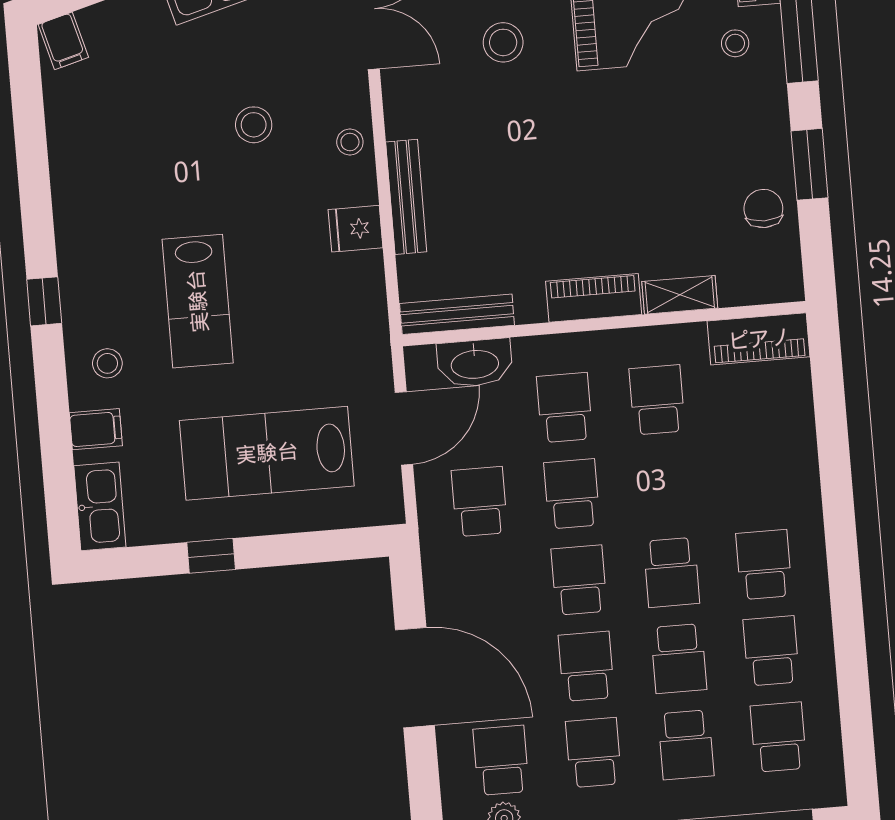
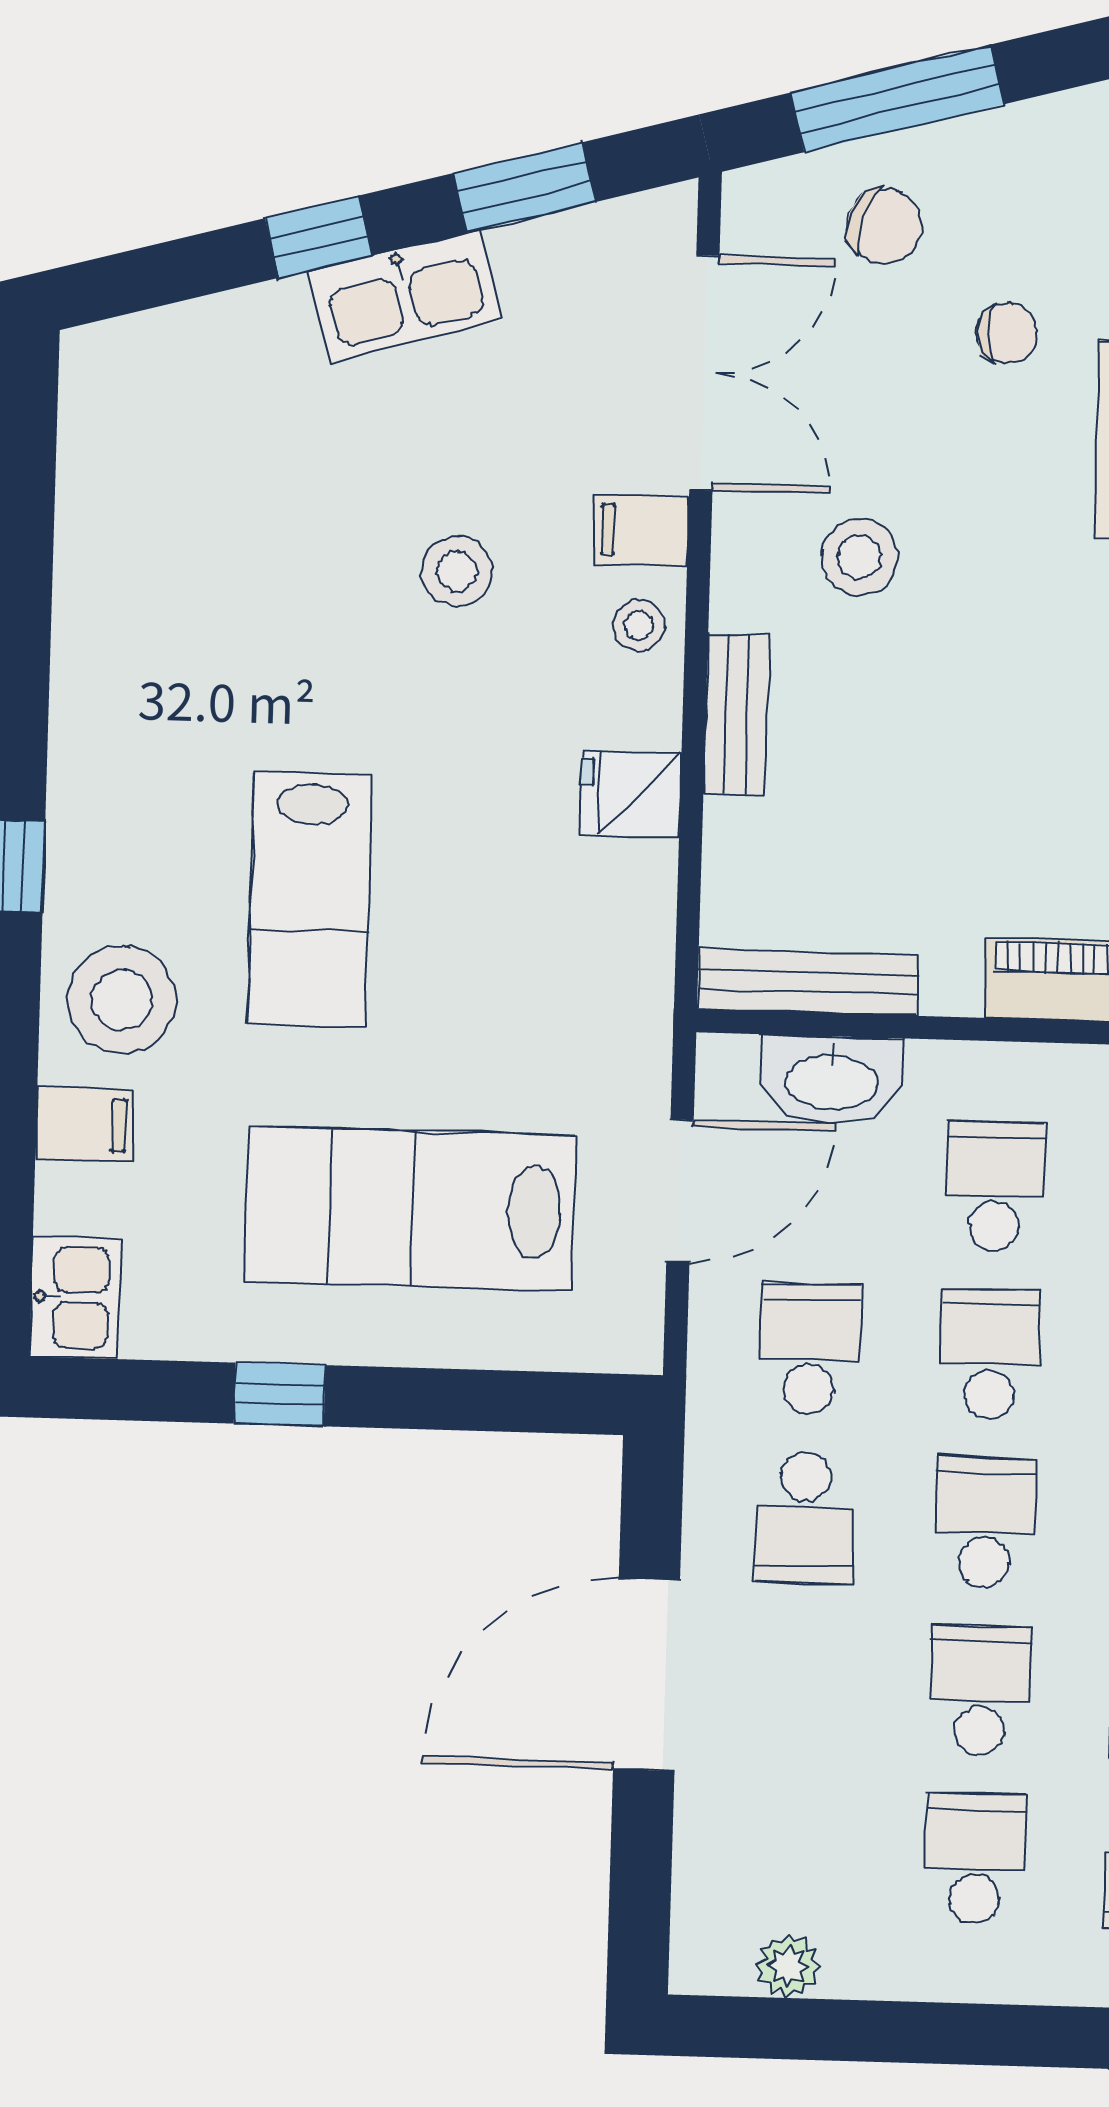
filing cabinet: (63, 41) -> (641, 530), moved, turned 105
stool: (503, 42) -> (860, 557), moved
bench: (406, 197) -> (736, 715), width x0.73
stool: (107, 363) -> (122, 1000), width x1.89, depth x1.89
kitchen sink: (100, 506) -> (75, 1297), width x0.73
door: (415, 678) -> (647, 1675), swing flipped
school desk: (501, 760) -> (805, 1517), moved, turned 180

